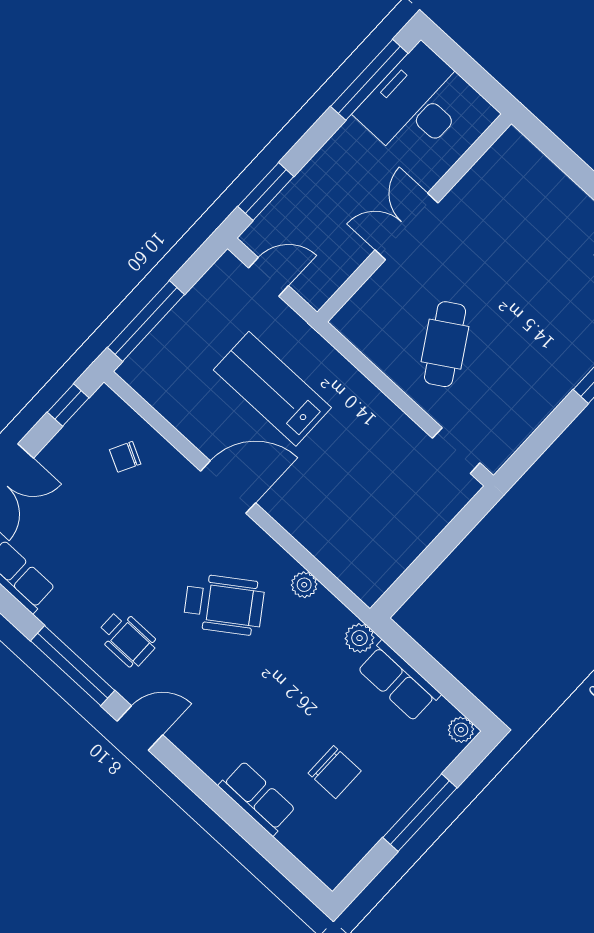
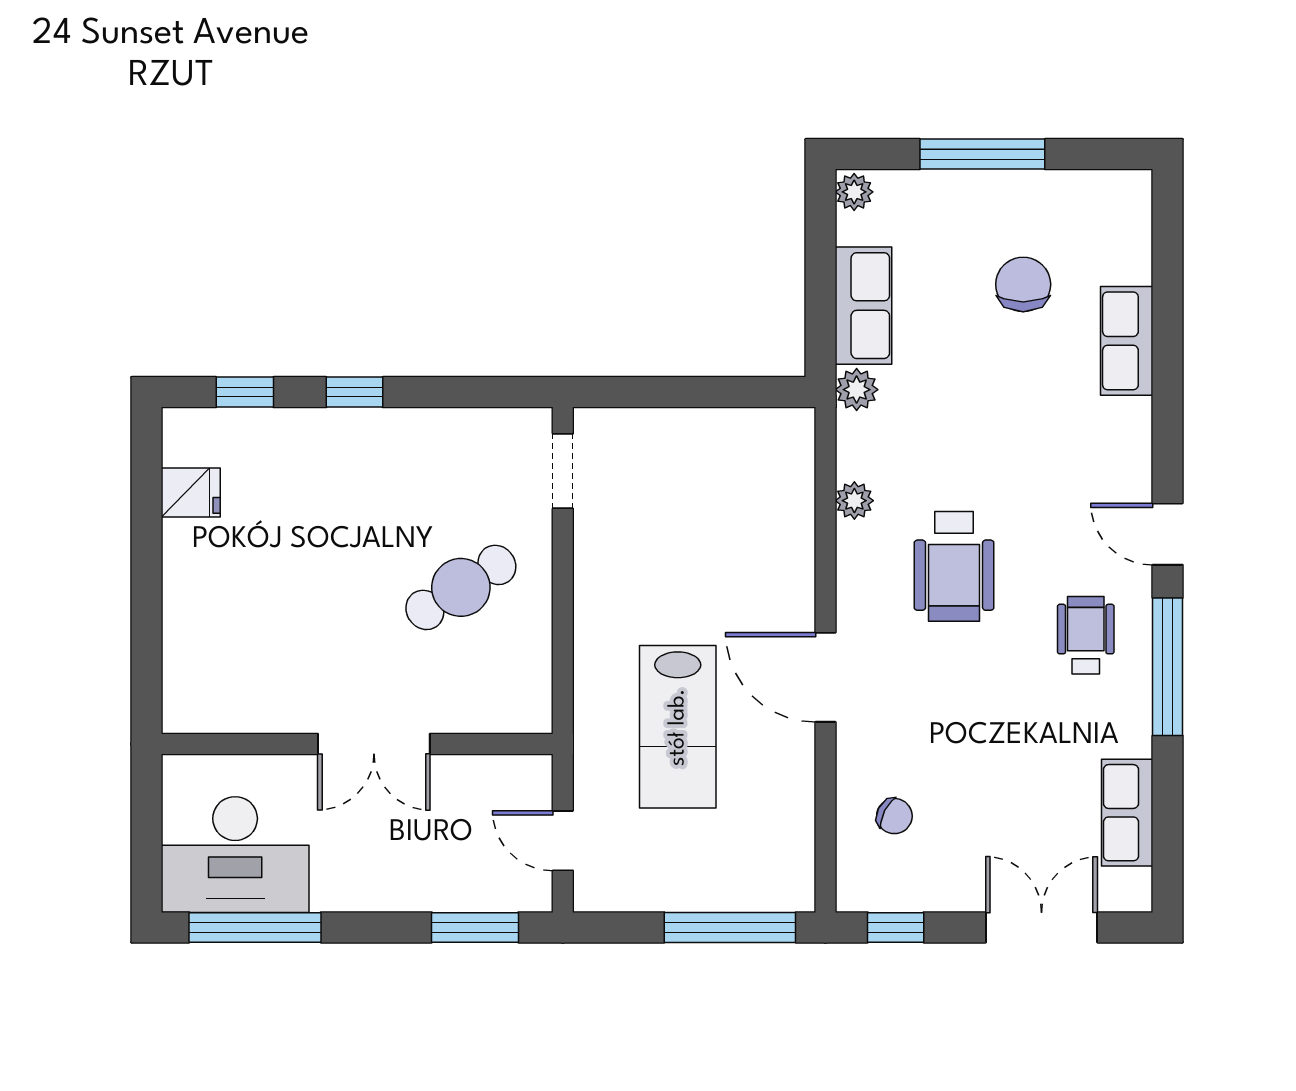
wheelchair: (224, 604) -> (954, 566), turned -145

